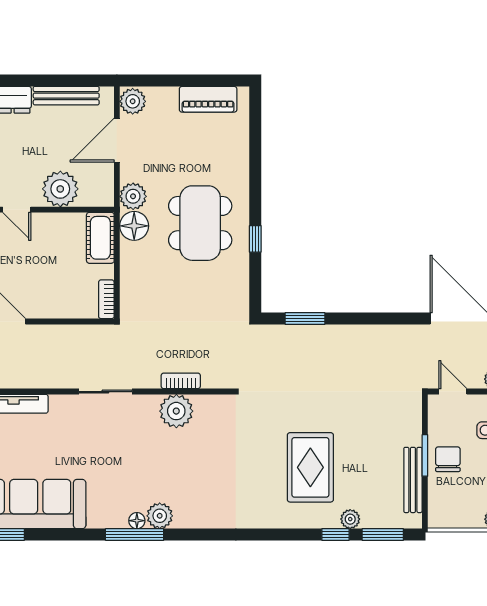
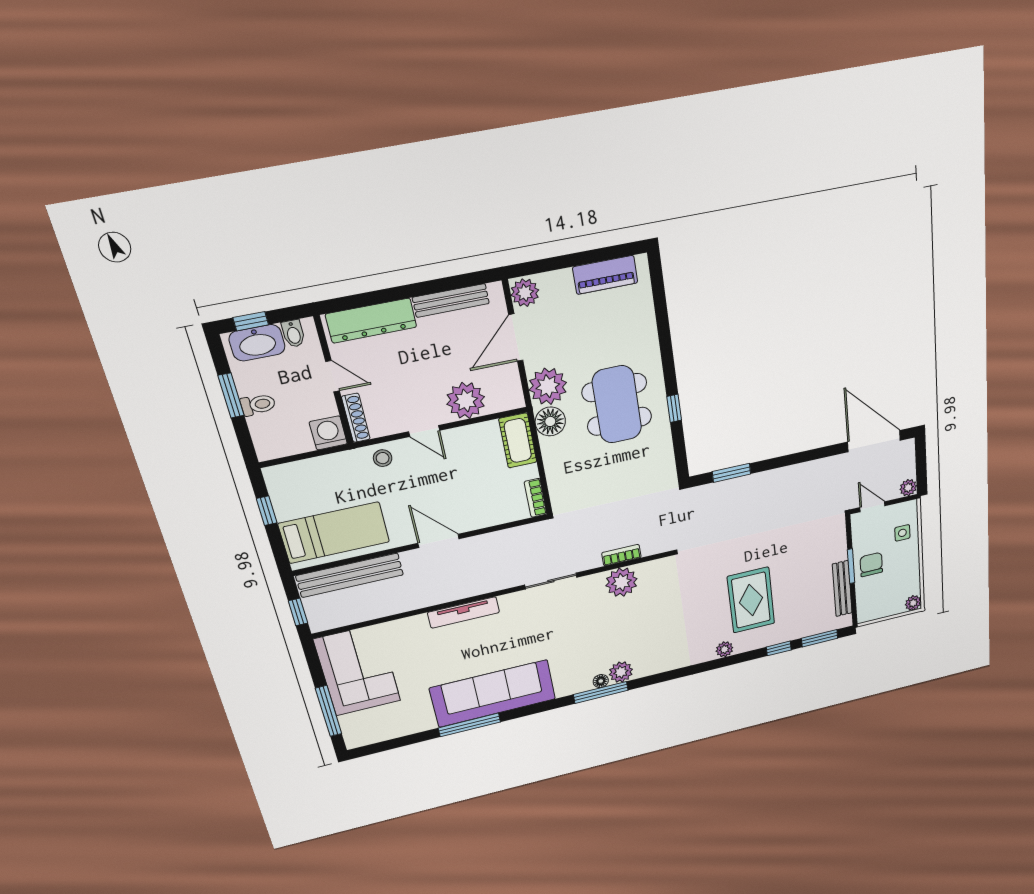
plant: (133, 196) -> (548, 386), width x1.36, depth x1.36
plant: (350, 519) -> (724, 649), moved

